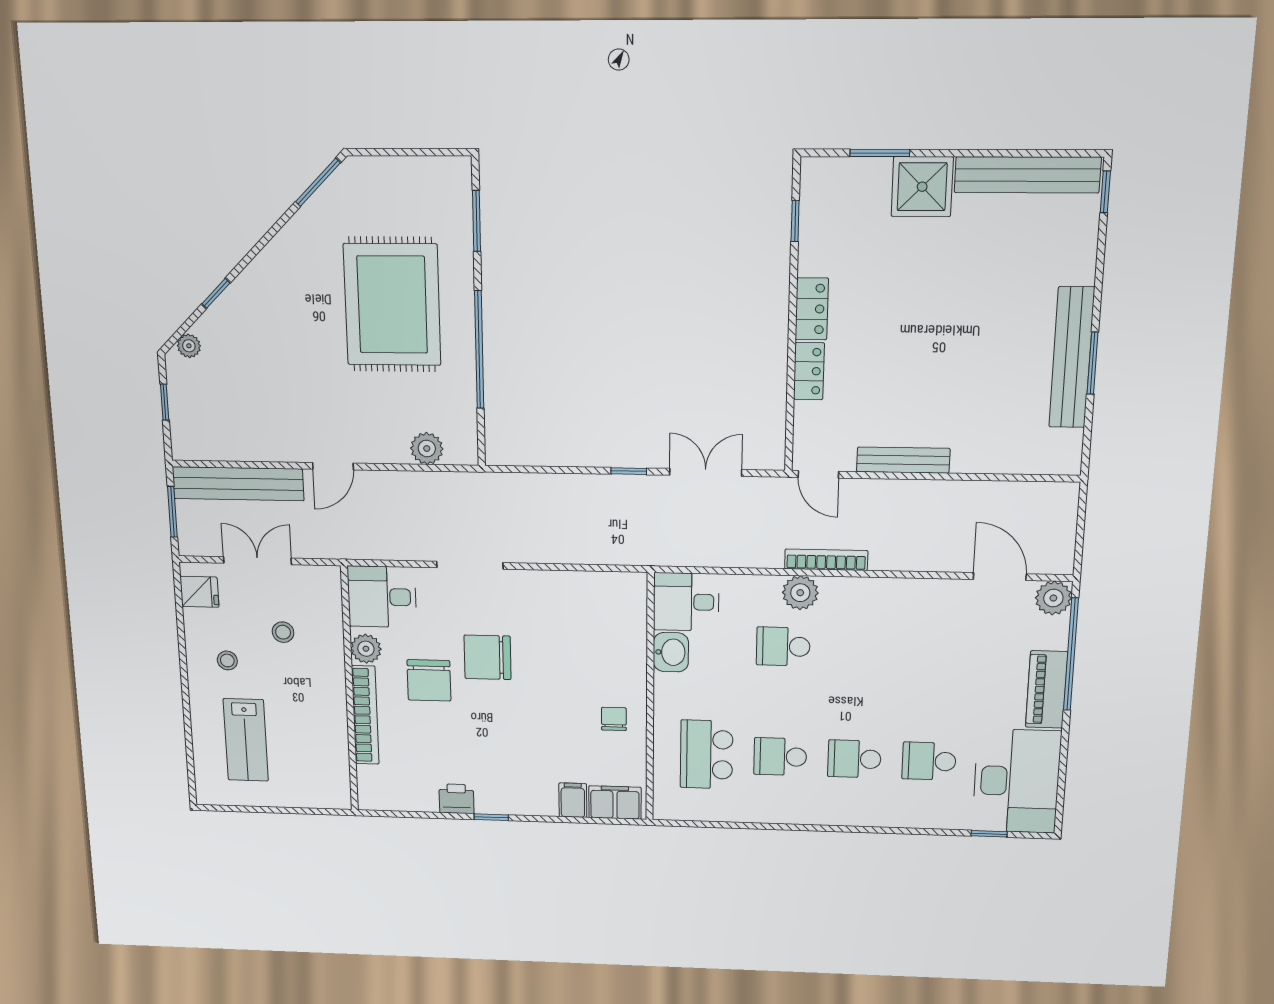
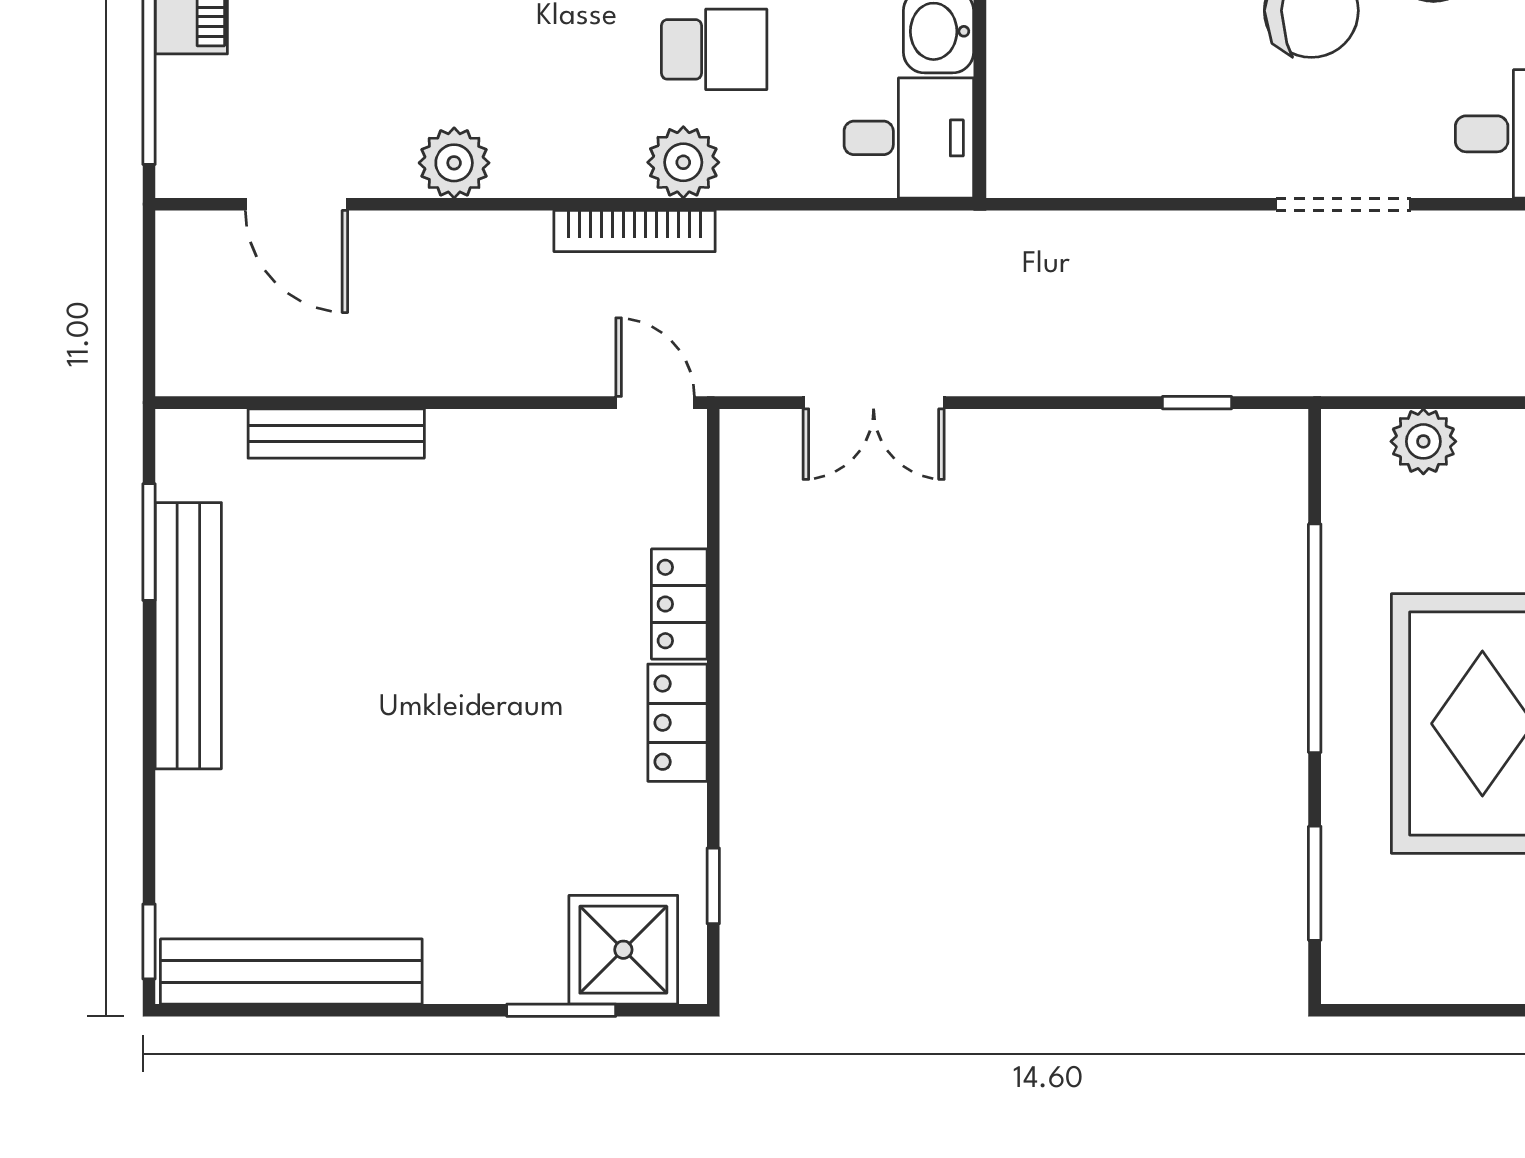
shower: (922, 187) -> (623, 950), moved
window: (1093, 363) -> (149, 542), moved
bench: (903, 460) -> (336, 433), moved
window: (629, 471) -> (1197, 403), moved
plant: (1053, 598) -> (454, 163), moved

